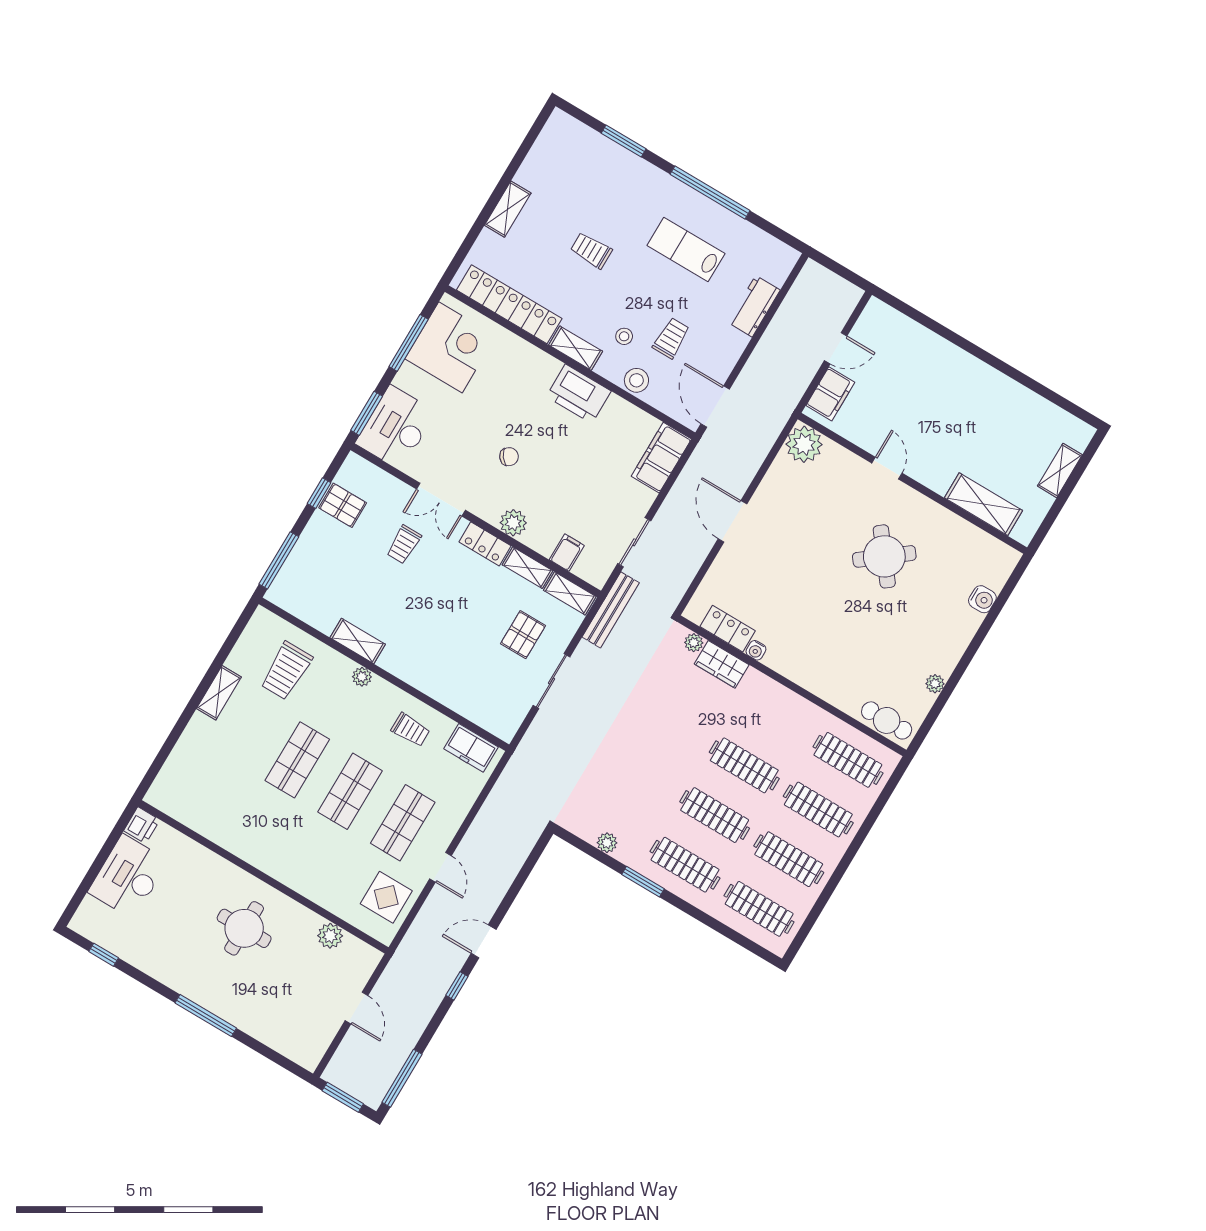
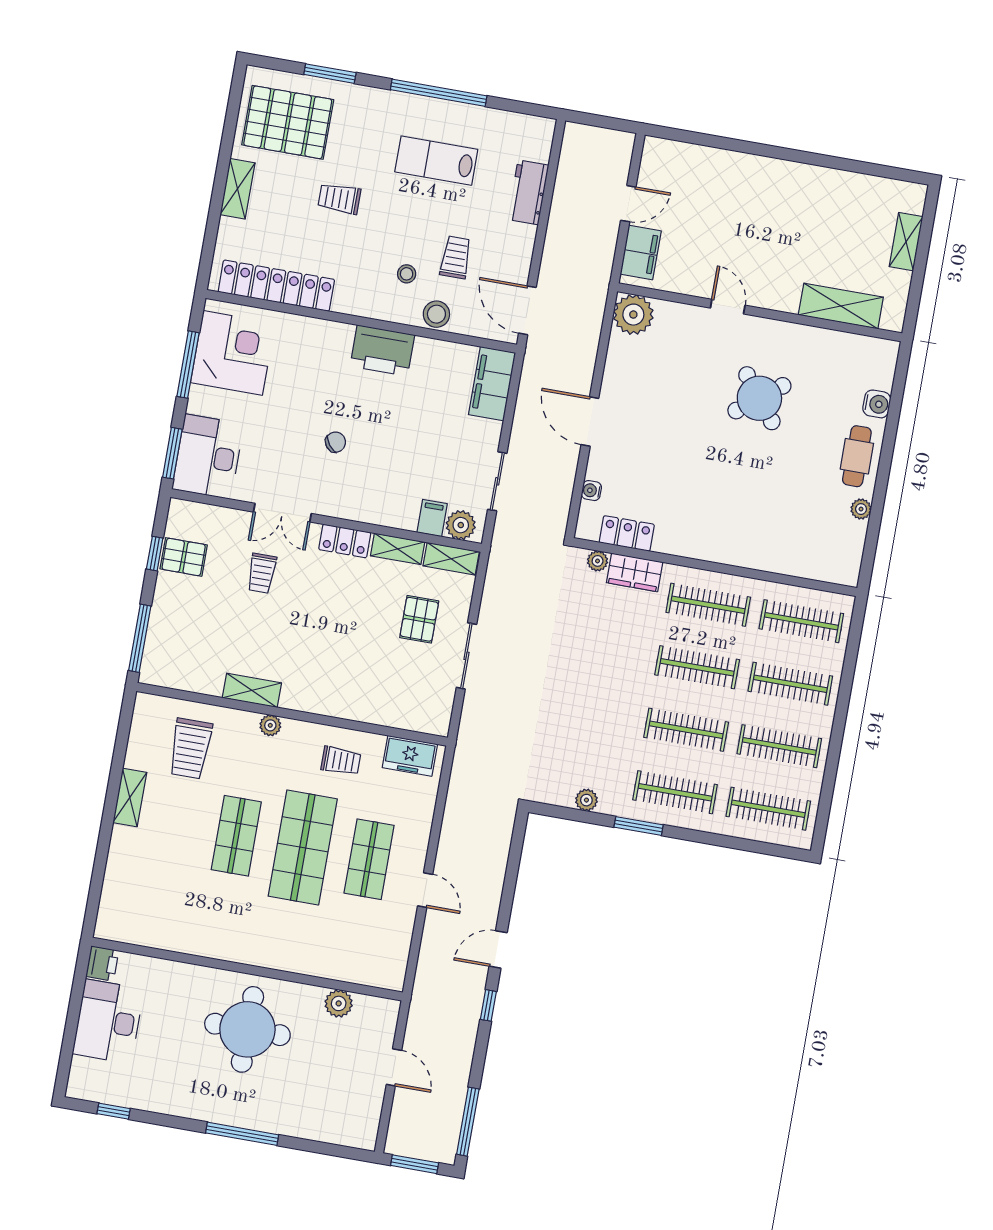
pallet: (572, 169) -> (288, 122), added
shelving: (576, 348) -> (361, 305), removed
plant: (513, 523) -> (461, 525), moved
bench: (611, 610) -> (499, 560), removed
water cooler: (756, 650) -> (591, 491), moved, turned 90
clothes rail: (774, 716) -> (708, 605), added
cafe table: (887, 720) -> (857, 456), moved, turned 90
shop shelf: (350, 791) -> (303, 848), width x1.43, depth x1.36
display table: (386, 897) -> (381, 942), removed
round table: (244, 928) -> (247, 1029), width x1.36, depth x1.36

